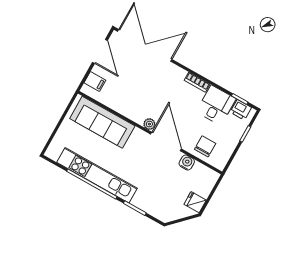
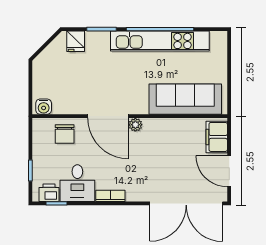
filing cabinet: (95, 81) -> (217, 137), width x2.00
water cooler: (187, 163) -> (44, 107), moved
fridge: (195, 202) -> (76, 41), moved, turned 90

